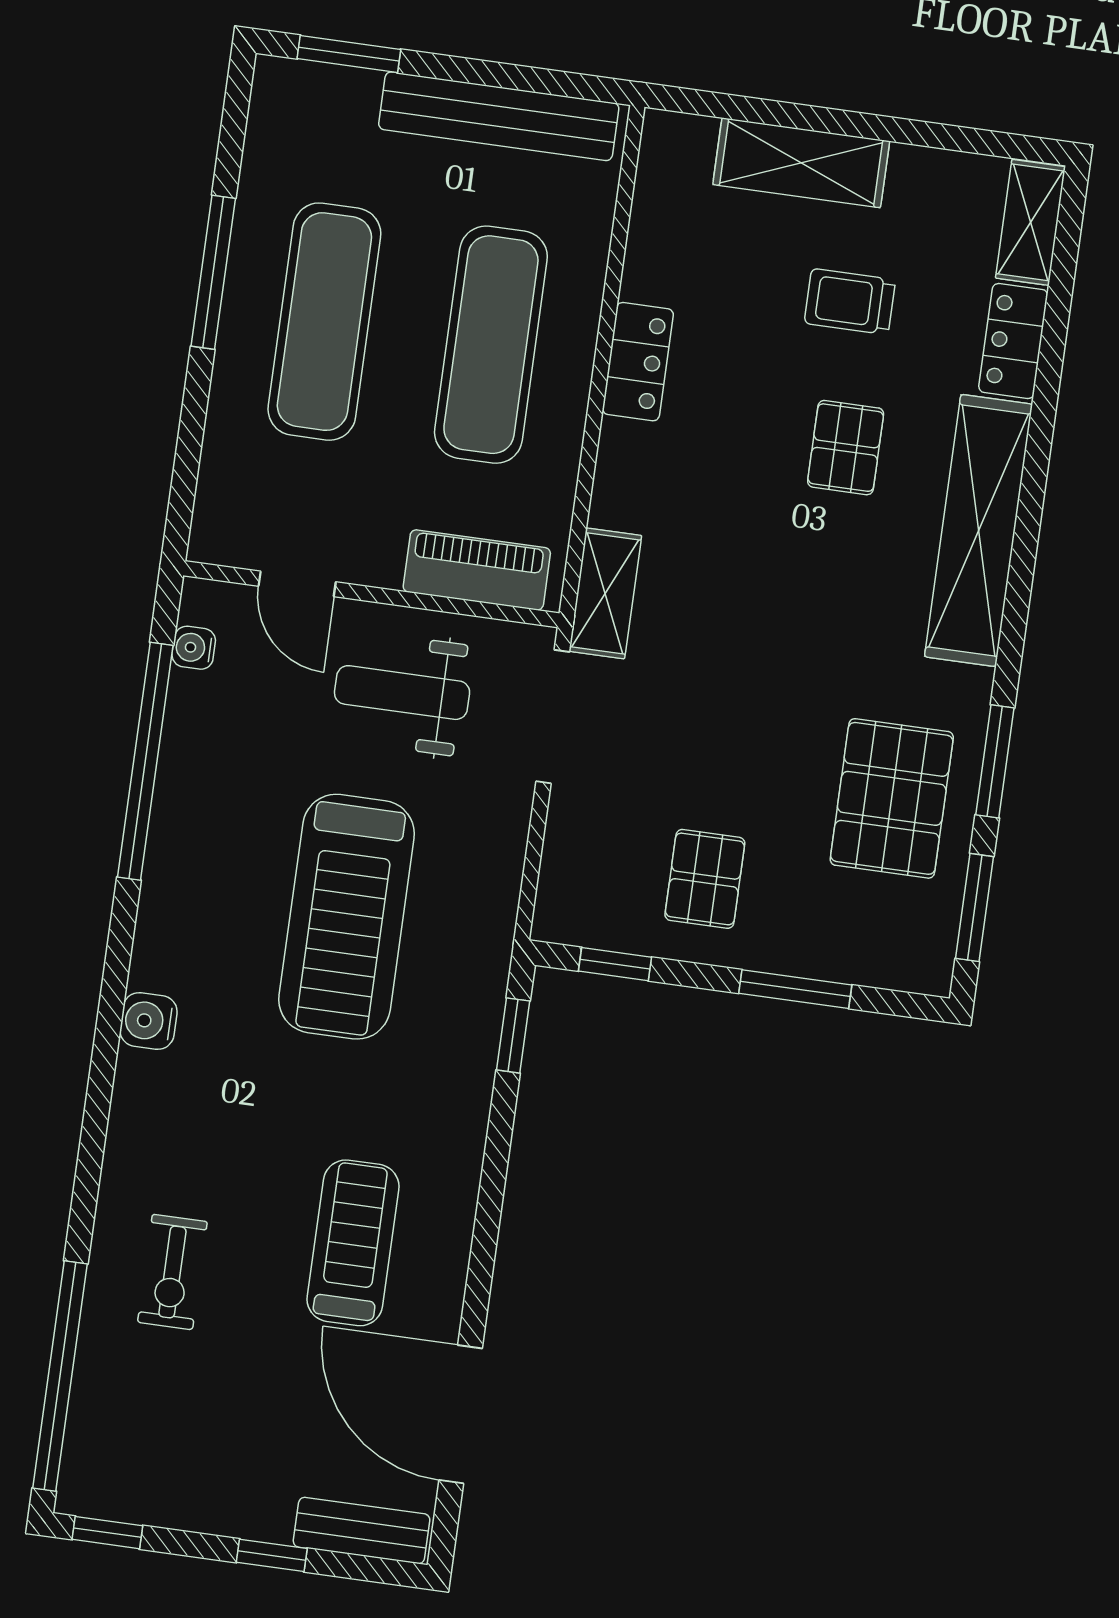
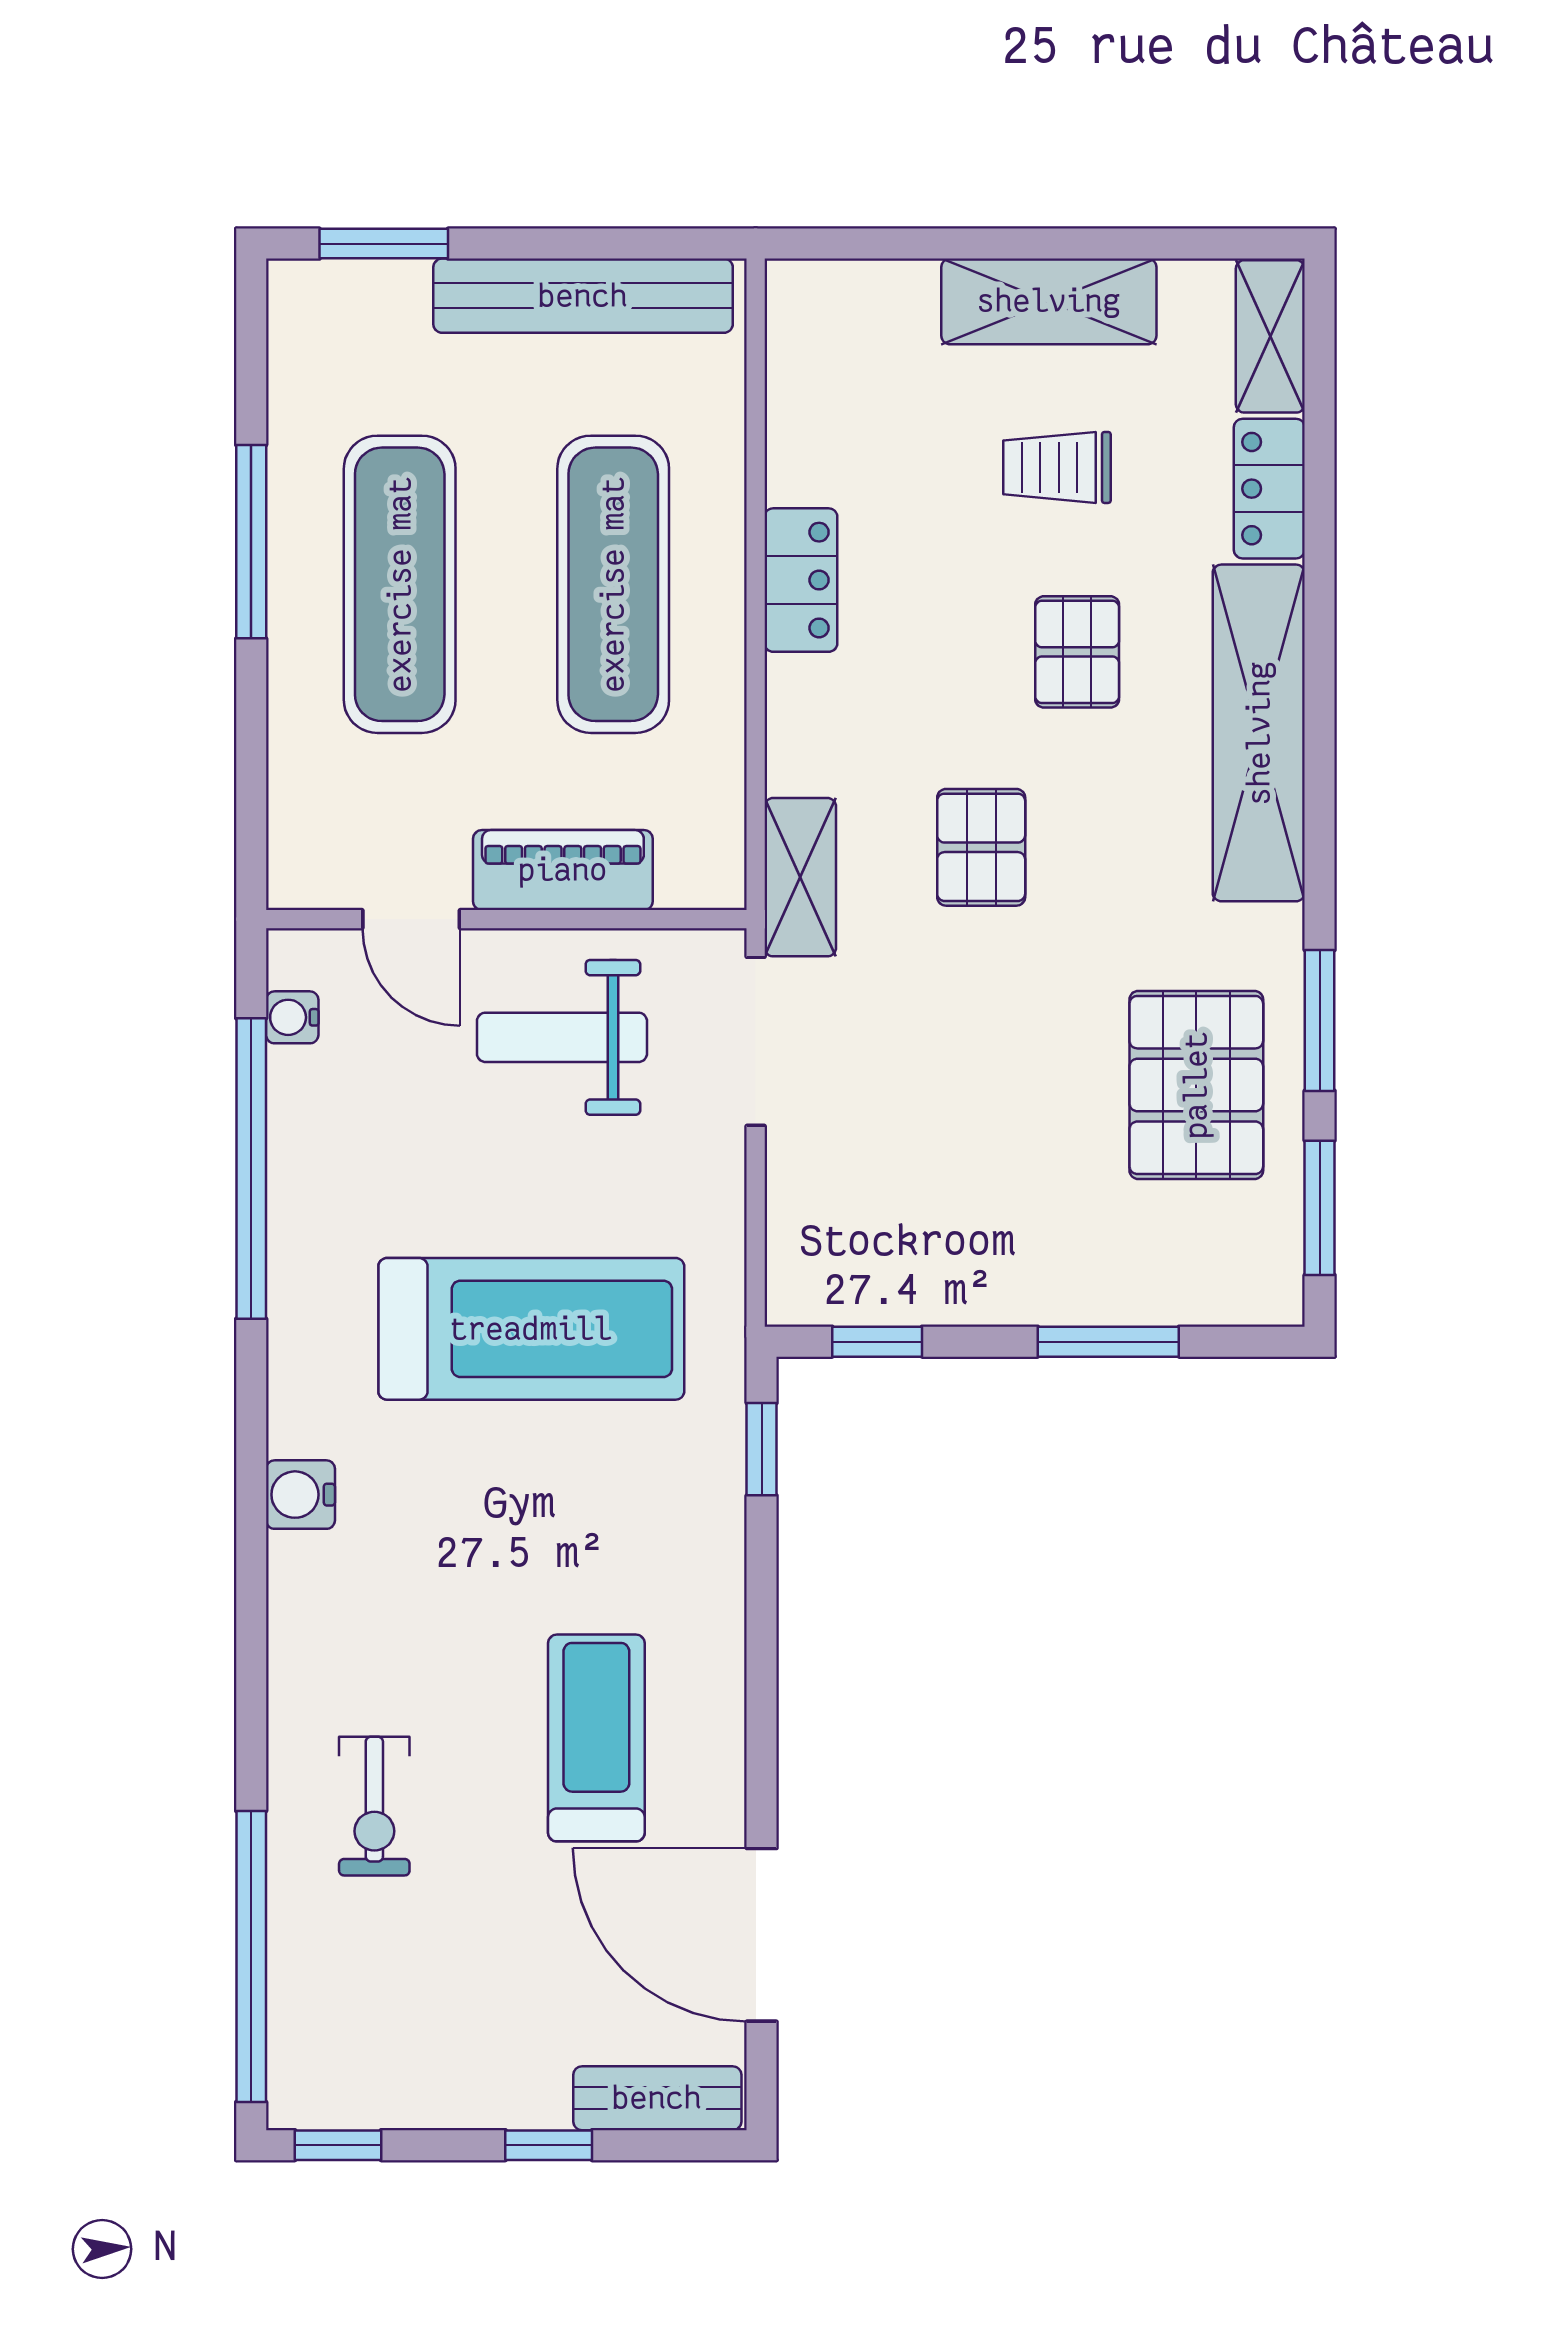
shelving: (801, 163) -> (1049, 301), moved
piano: (477, 570) -> (563, 870), moved
pallet: (705, 879) -> (981, 847), moved
treadmill: (347, 917) -> (531, 1329), turned -90

